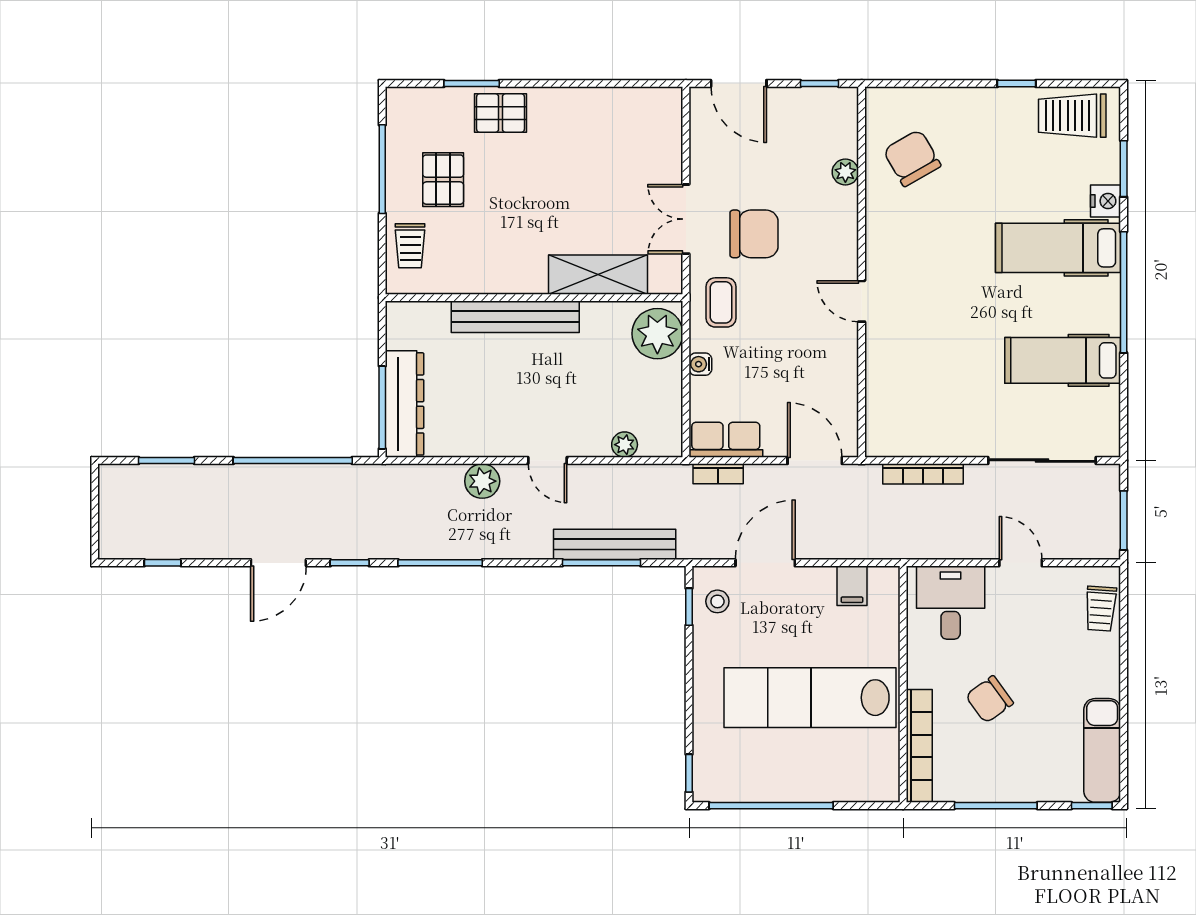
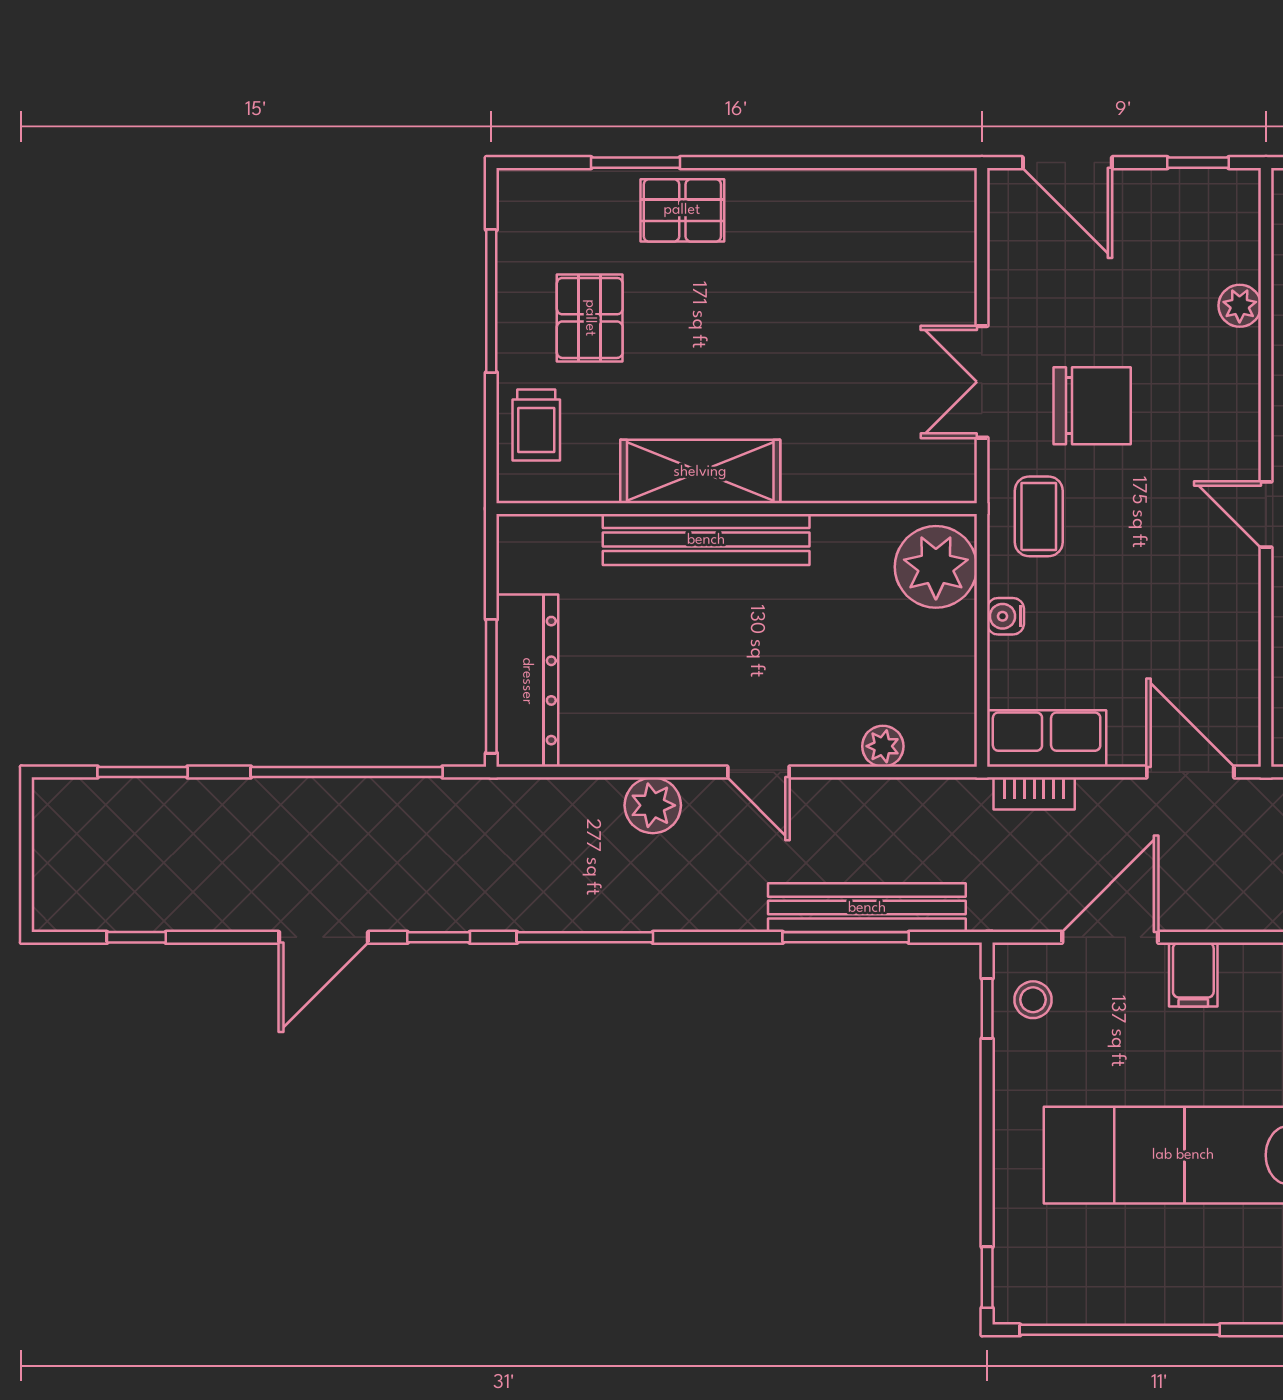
shelving: (598, 275) -> (700, 472), moved
filing cabinet: (852, 586) -> (1193, 975), moved

